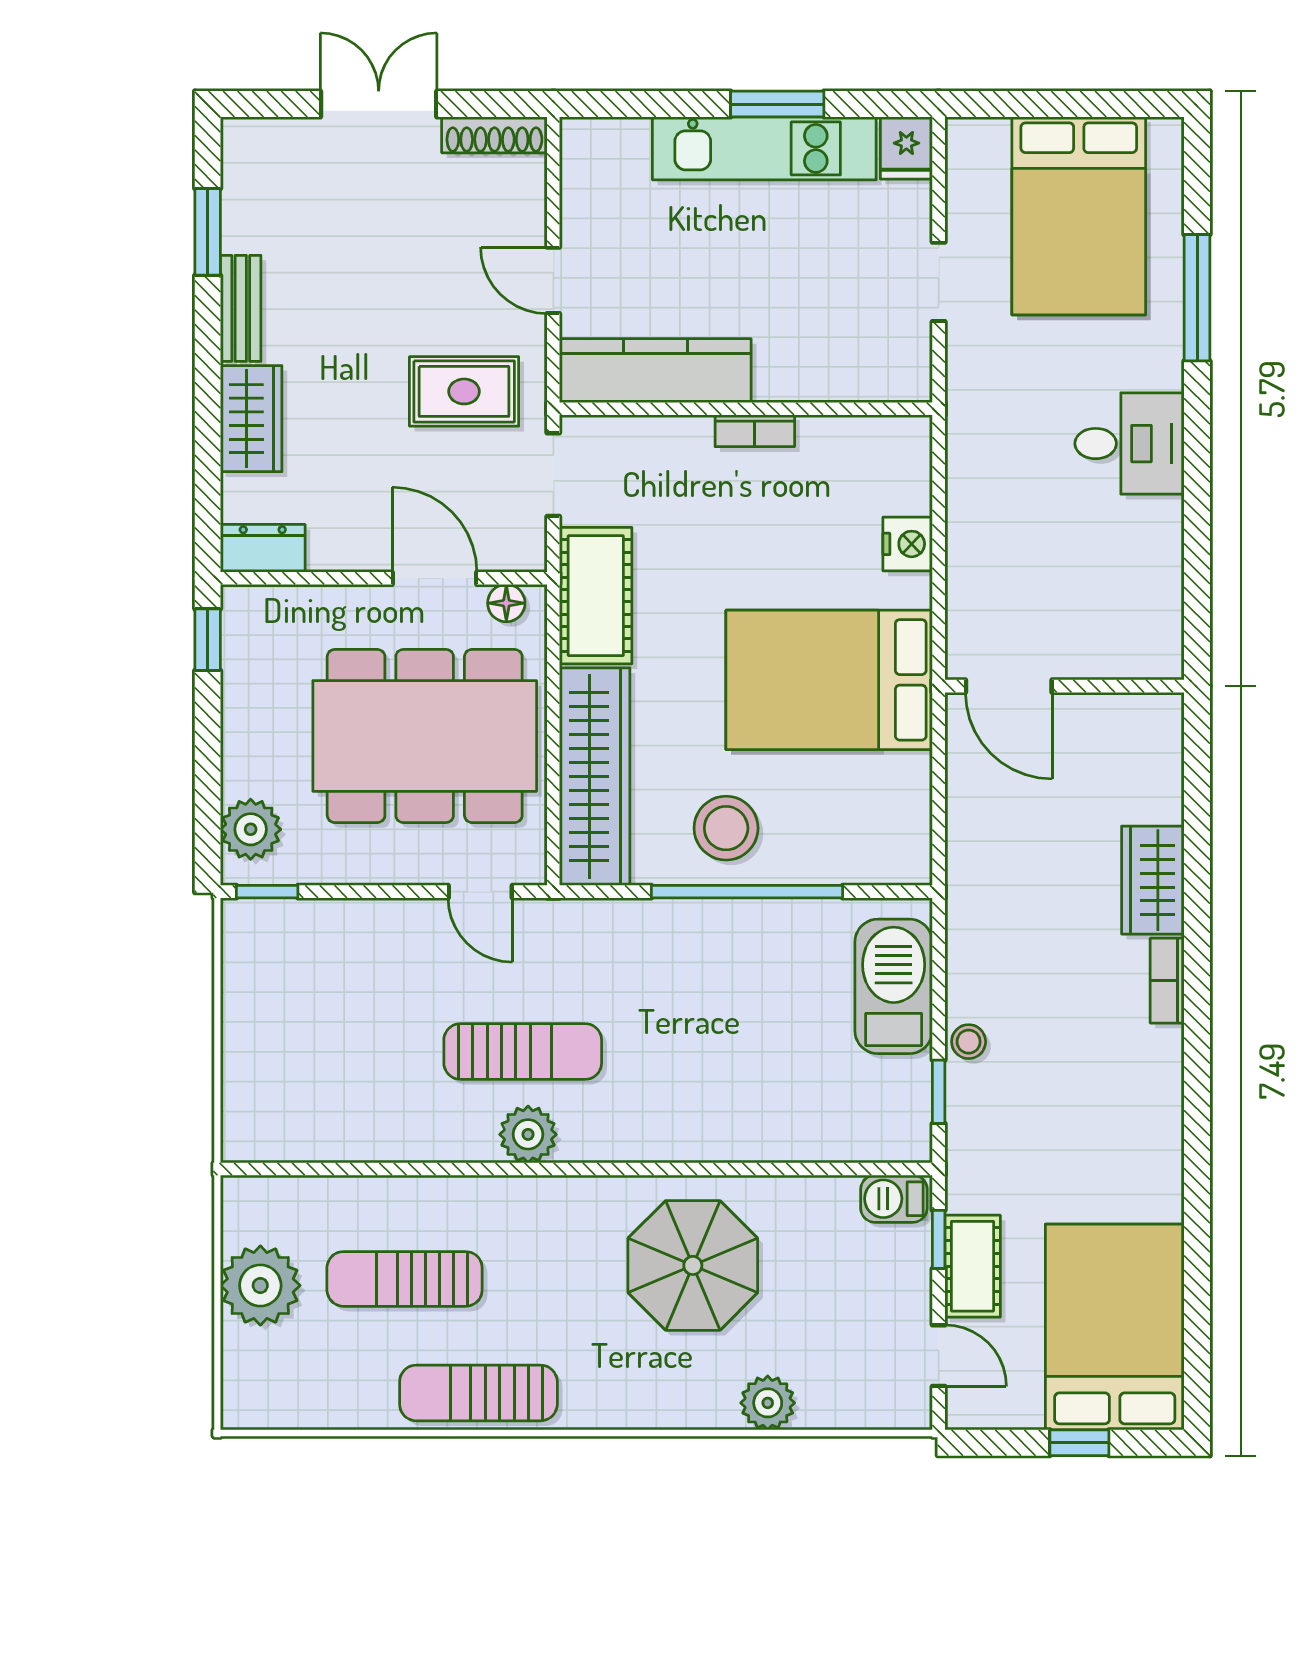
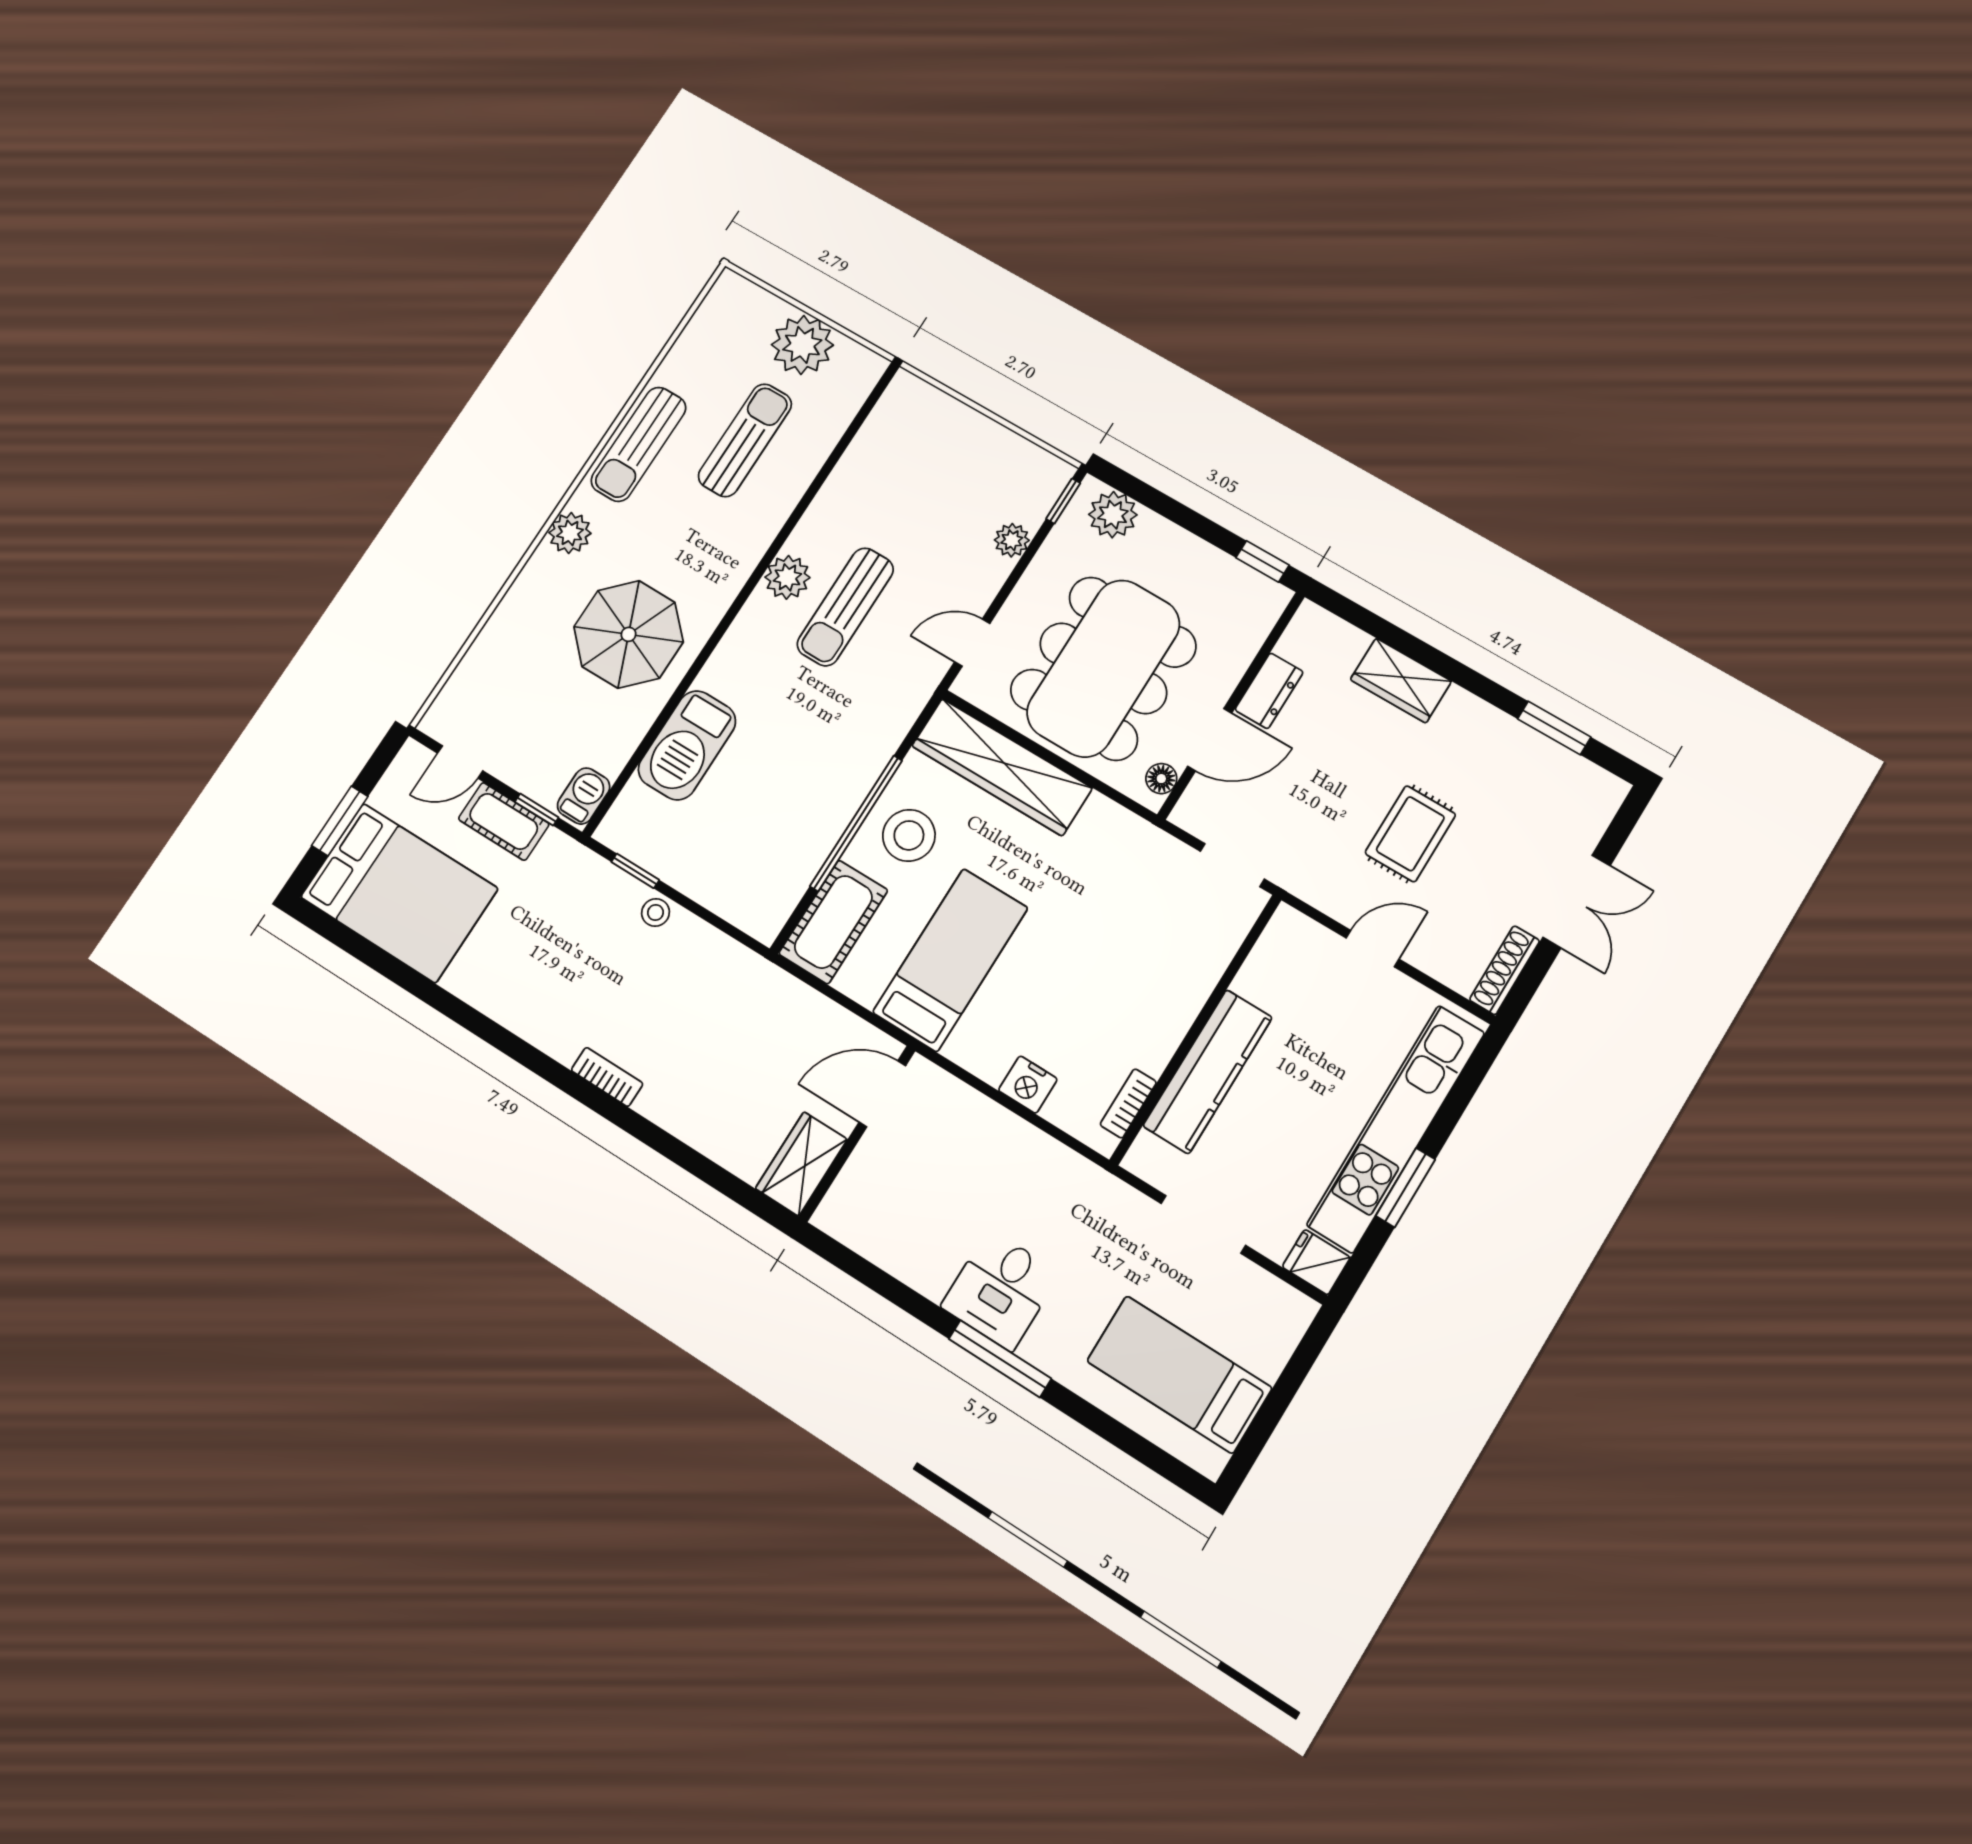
kitchen unit: (764, 148) -> (1396, 1129), width x1.36
bed: (1079, 216) -> (1179, 1374), width x0.67
doorway: (939, 282) -> (1203, 1224), width x1.38
window: (1197, 298) -> (1000, 1359), moved
bench: (241, 308) -> (1485, 719), removed
kitchen counter: (655, 371) -> (1208, 1072), moved
rug: (464, 391) -> (1410, 834), moved
bookcase: (755, 431) -> (1128, 1103), moved
dresser: (263, 548) -> (1269, 691), moved
cot: (596, 596) -> (833, 922), moved, turned 90
bed: (829, 680) -> (950, 960), width x0.67
wardrobe: (1153, 880) -> (801, 1164), moved, turned -90
plant: (343, 920) -> (1012, 540), added
barbecue: (894, 986) -> (687, 745), moved, turned 90
sun lounger: (478, 1393) -> (639, 444), turned 180
plant: (768, 1403) -> (570, 533), moved
window: (1079, 1443) -> (340, 821), width x1.50

